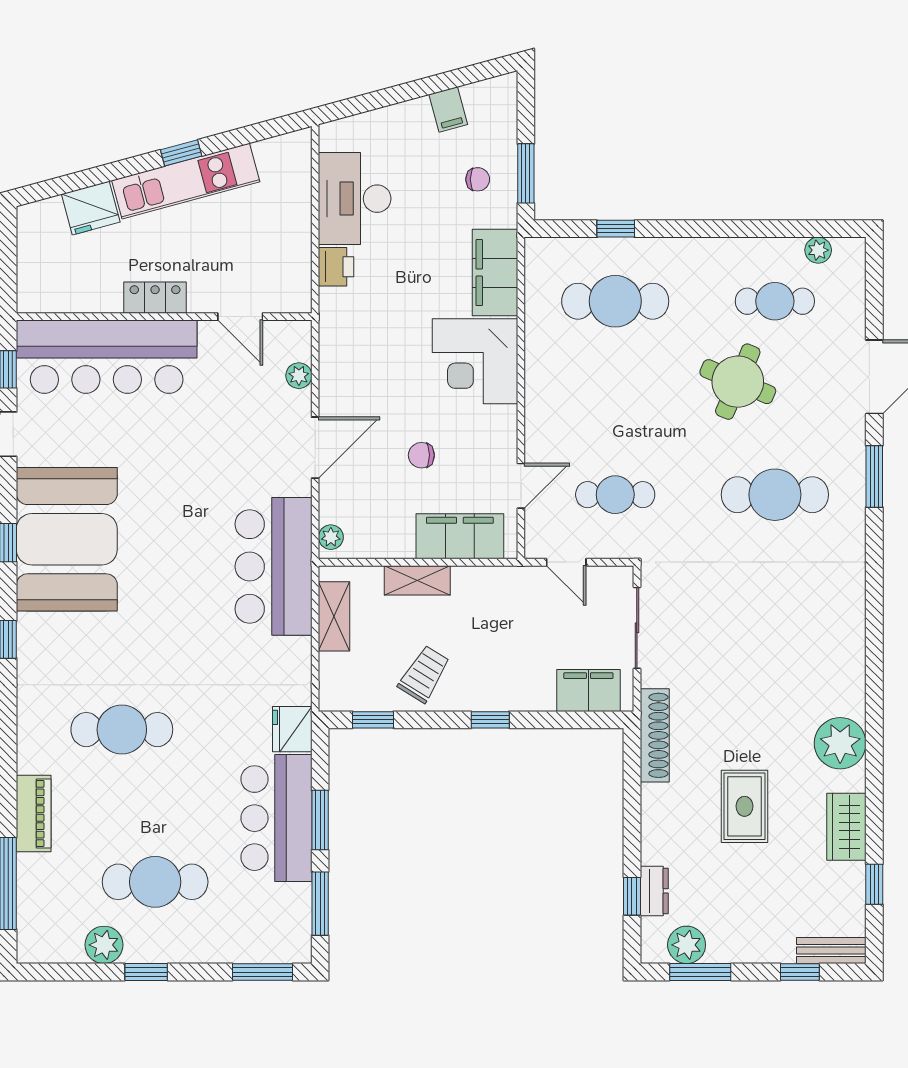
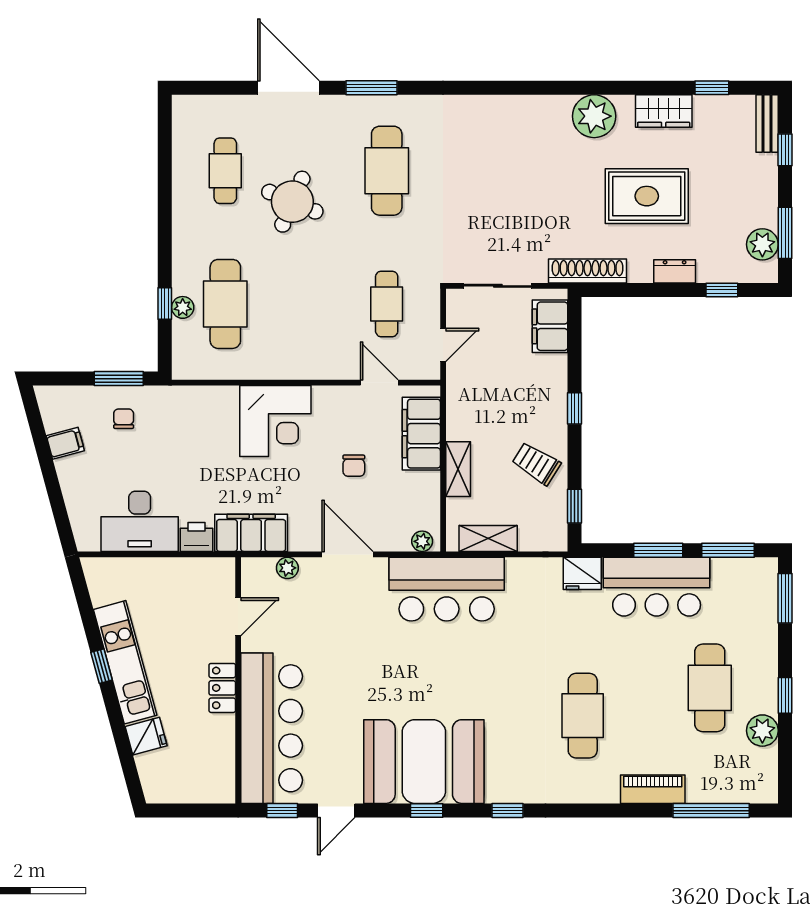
fridge: (91, 208) -> (146, 736), width x0.72
plant: (818, 250) -> (183, 307), moved
filing cabinet: (495, 273) -> (251, 533), moved, turned 180
rug: (745, 806) -> (647, 196), width x1.36, depth x1.43
dresser: (654, 891) -> (675, 271), moved

